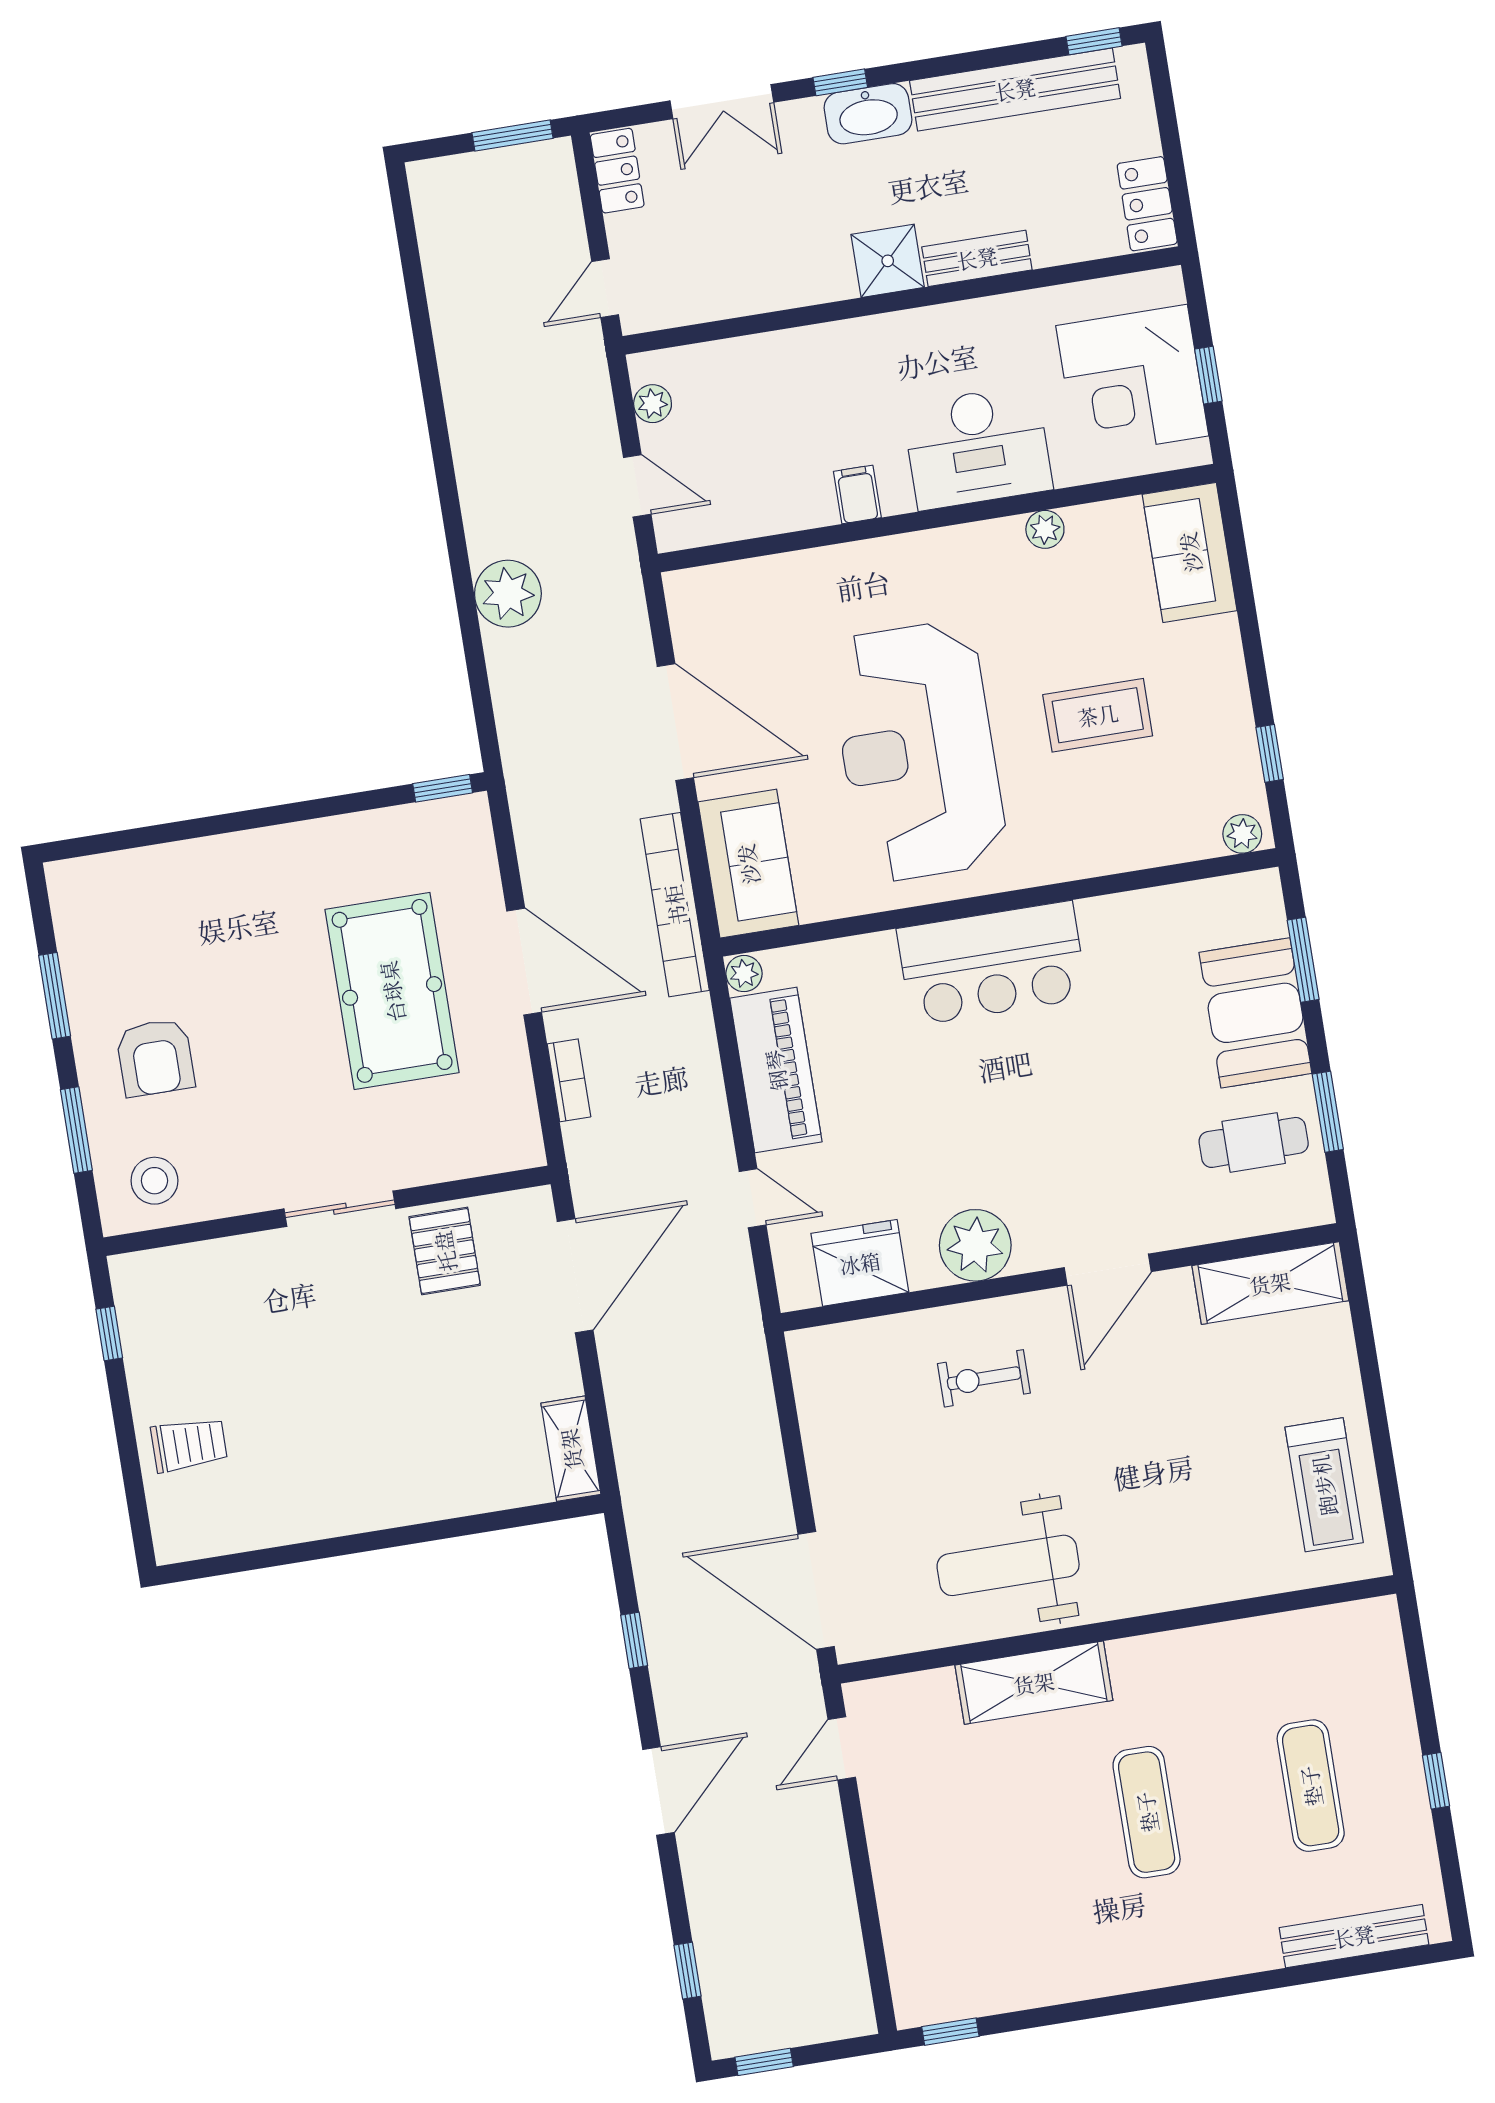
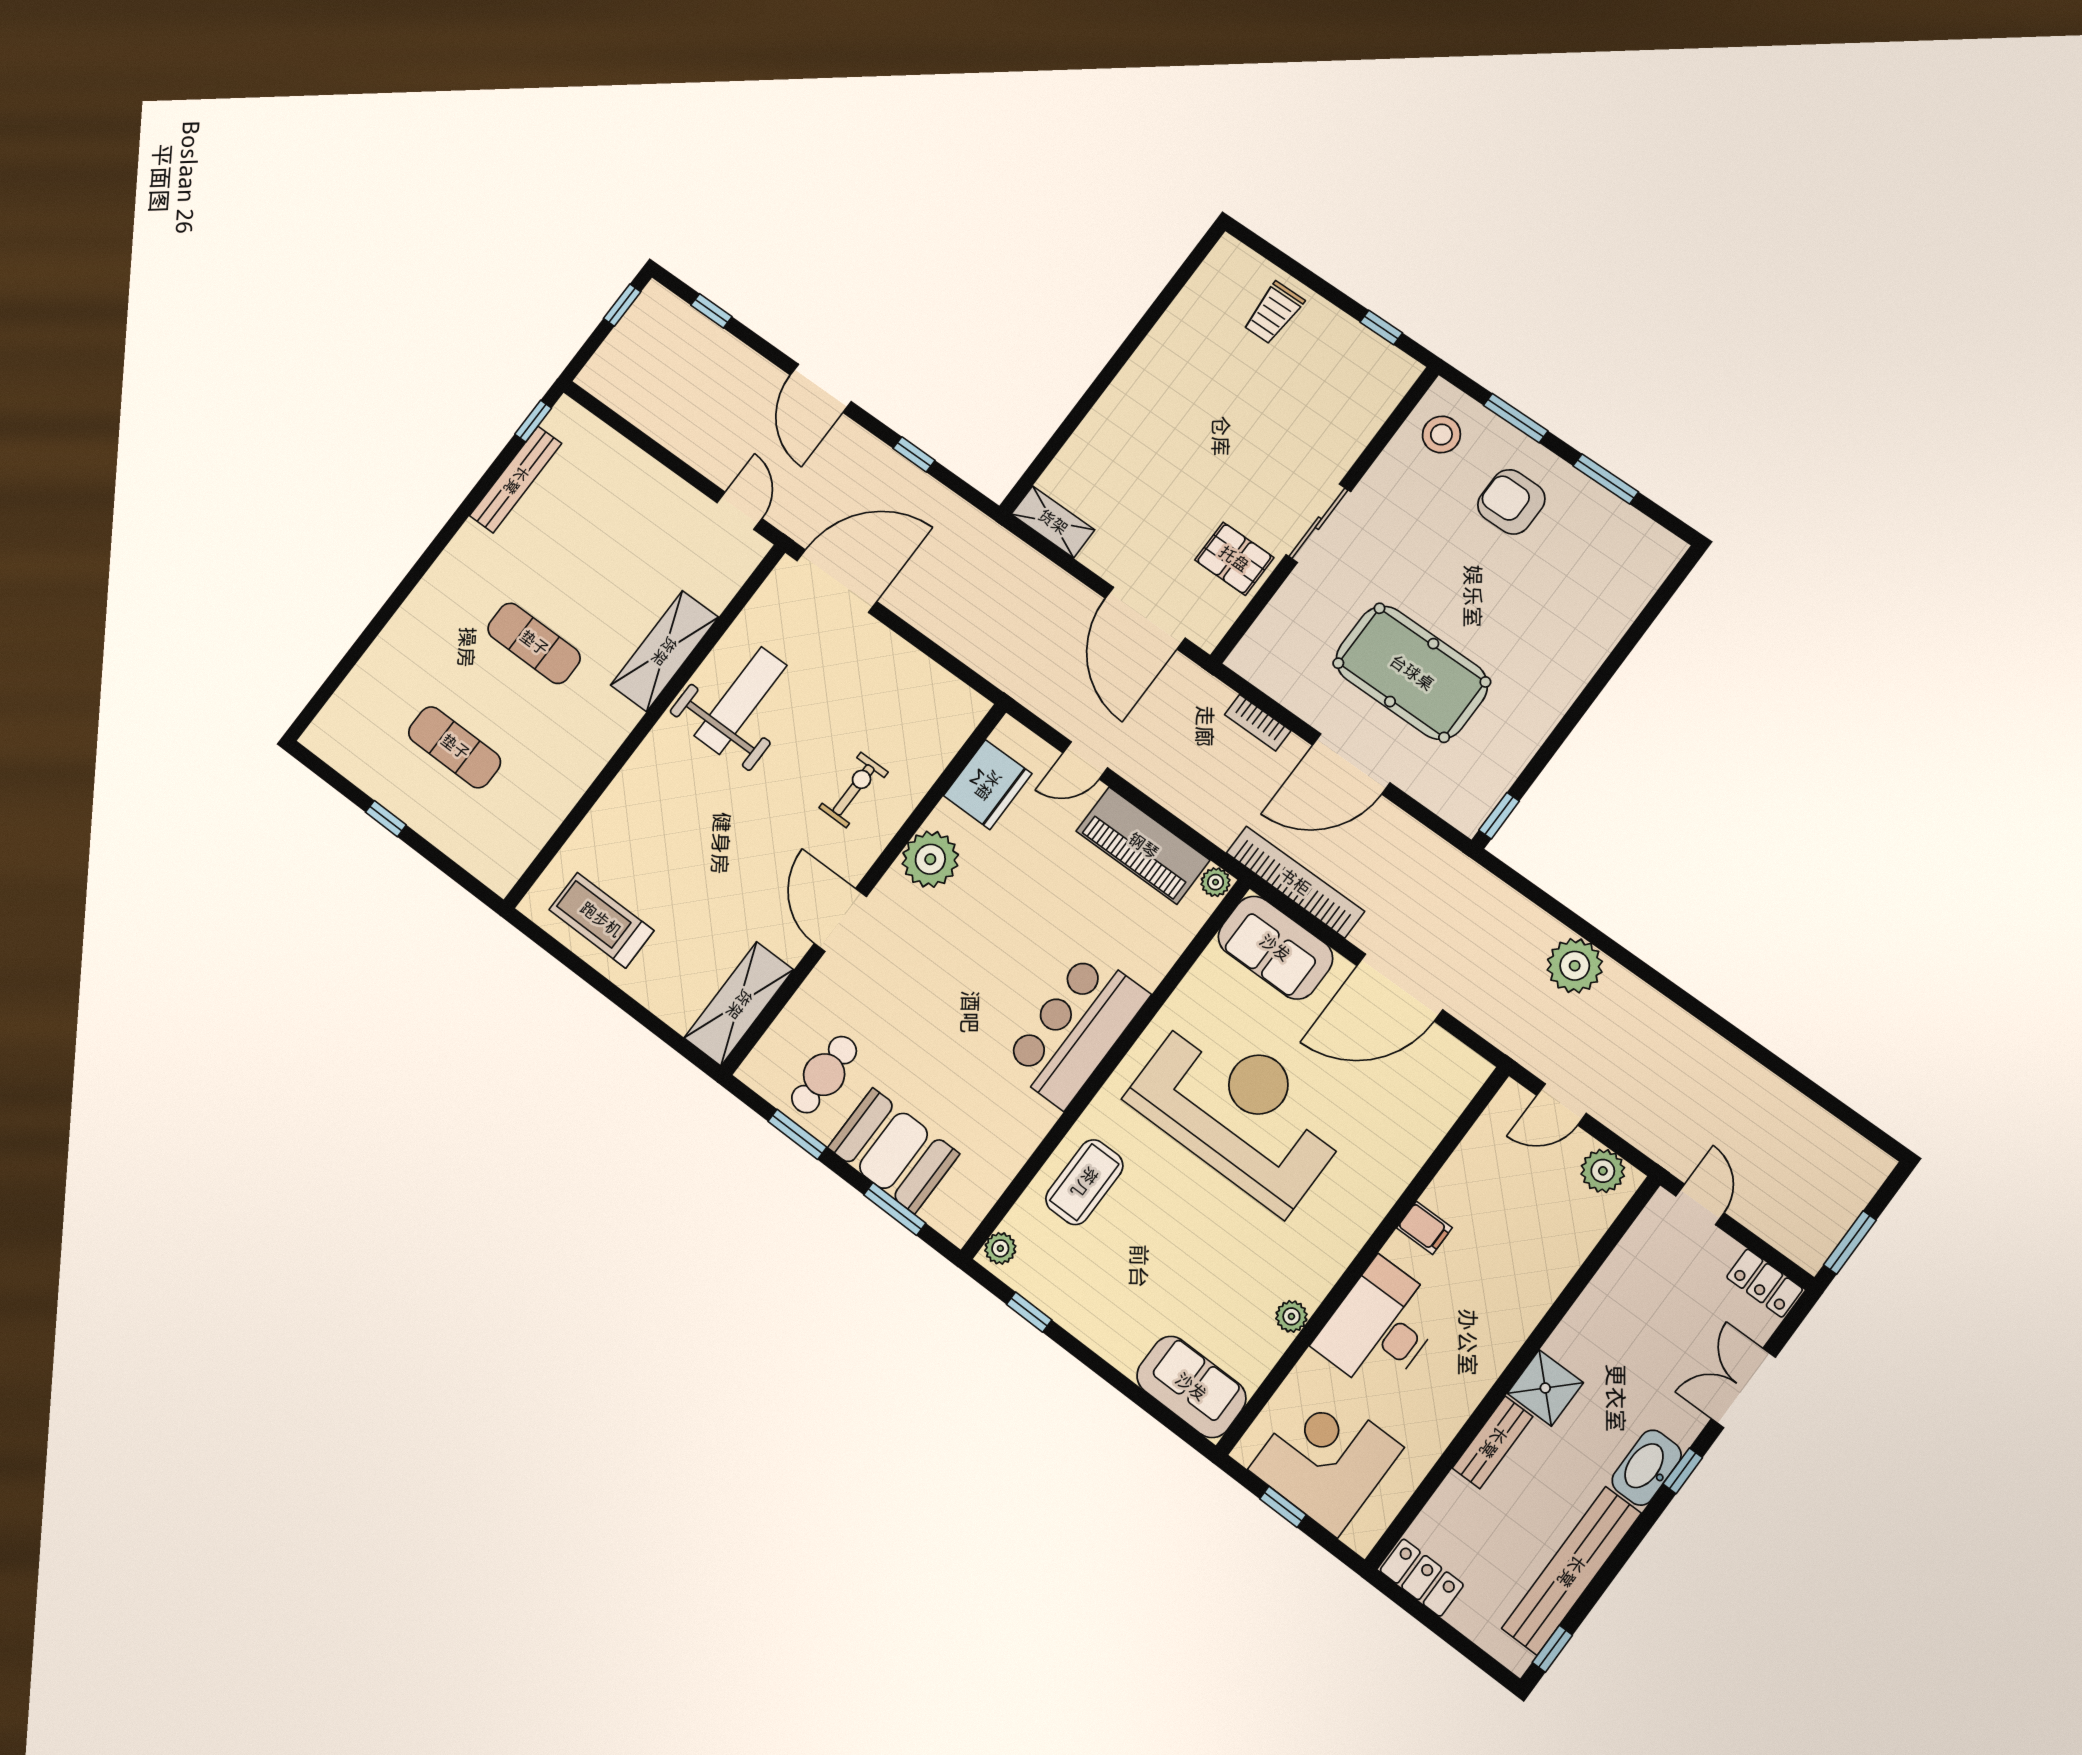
plant: (653, 404) -> (1603, 1171), width x1.38, depth x1.38
coffee table: (1098, 715) -> (1084, 1182), moved
bench: (1354, 1936) -> (516, 480), moved

